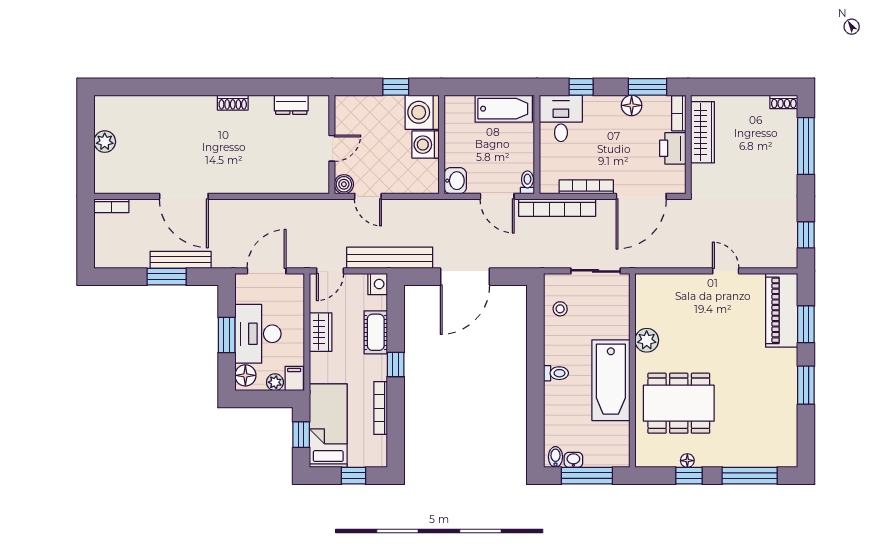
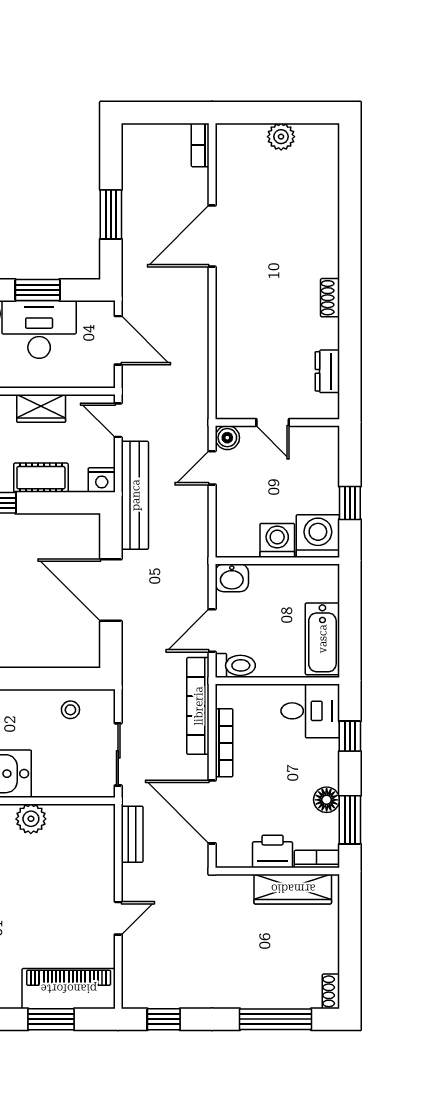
toilet: (527, 182) -> (235, 665), width x1.37, depth x1.39
bench: (181, 260) -> (132, 834), moved, width x0.73

